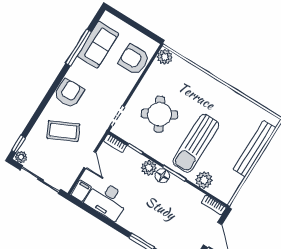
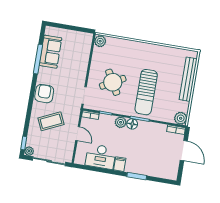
armchair: (134, 60) -> (80, 52), removed
plant: (204, 180) -> (181, 118), moved
filing cabinet: (81, 191) -> (120, 164), moved

